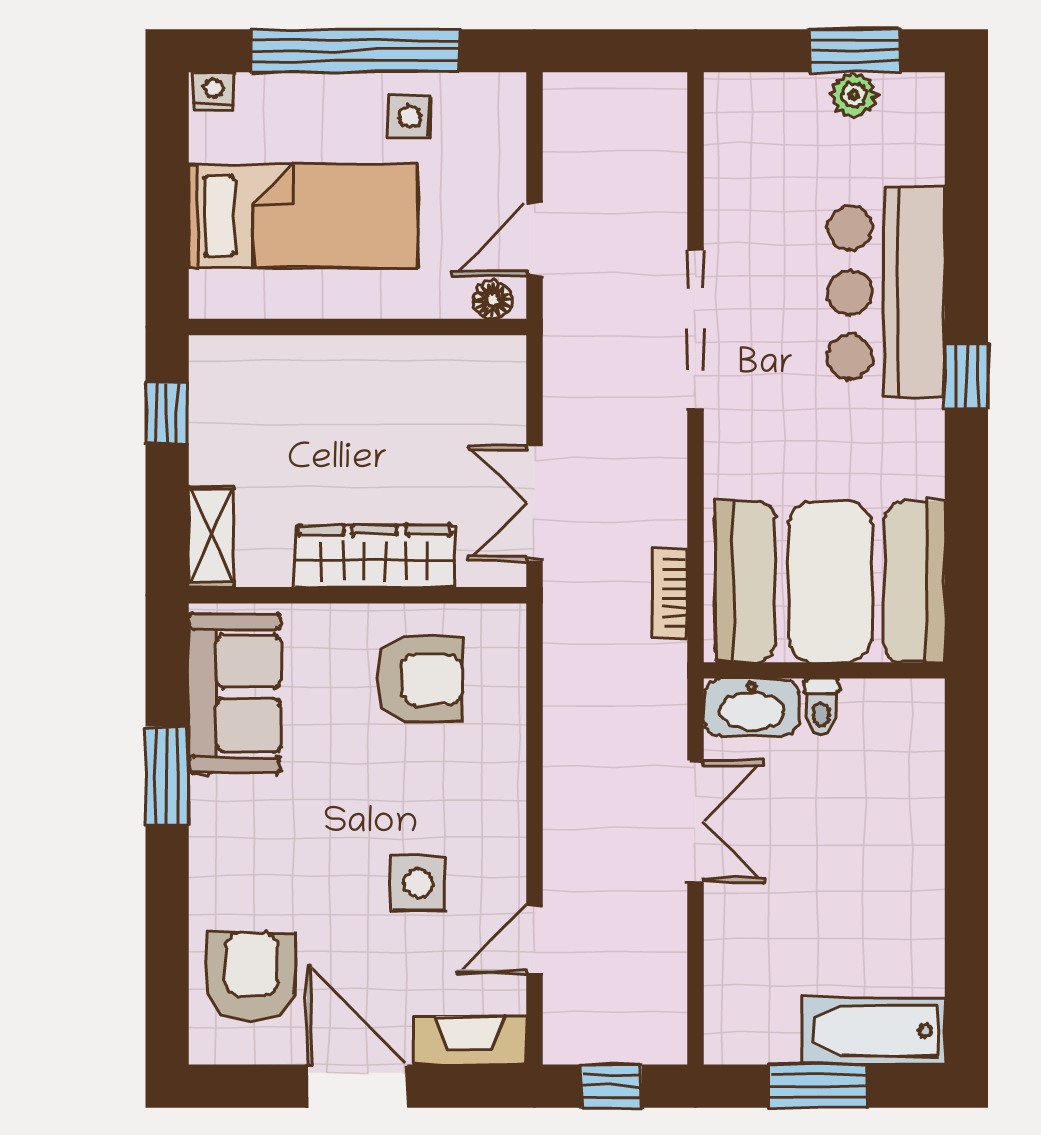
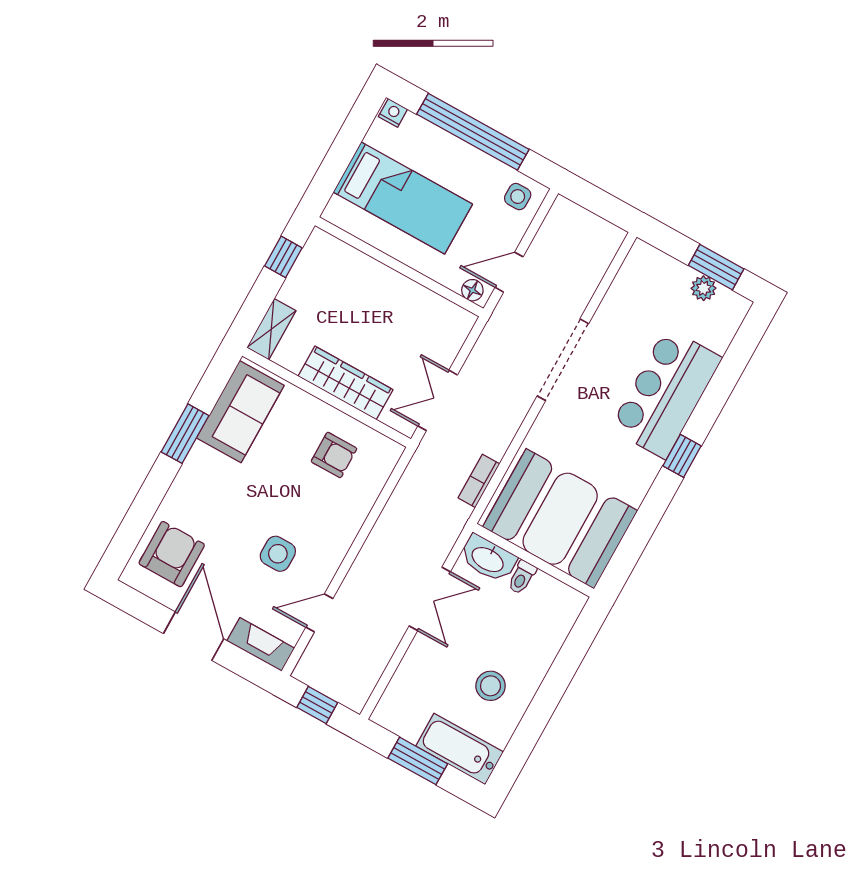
side table: (410, 116) -> (518, 197), moved
armchair: (420, 679) -> (334, 455), width x0.72, depth x0.72
stool: (867, 905) -> (491, 686), added

